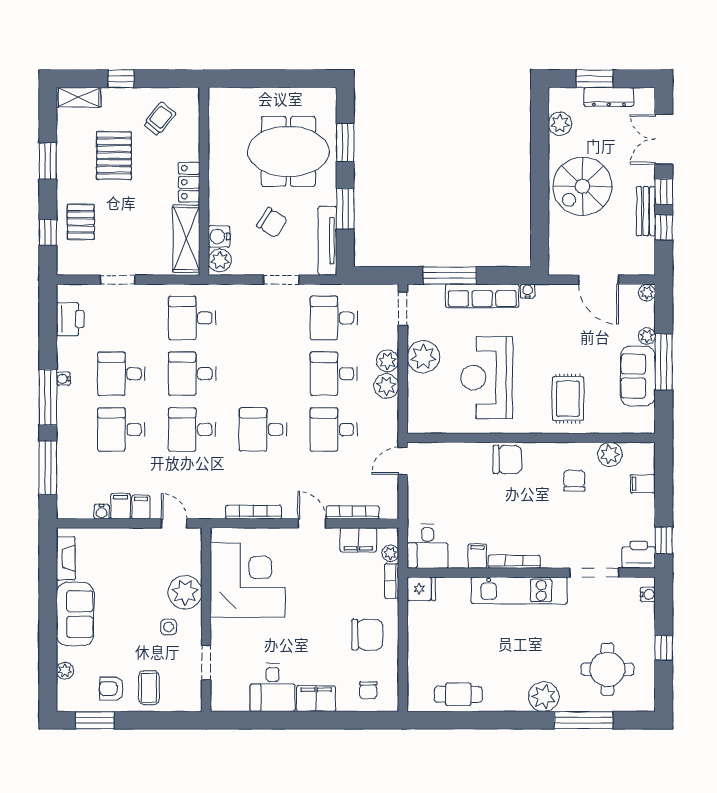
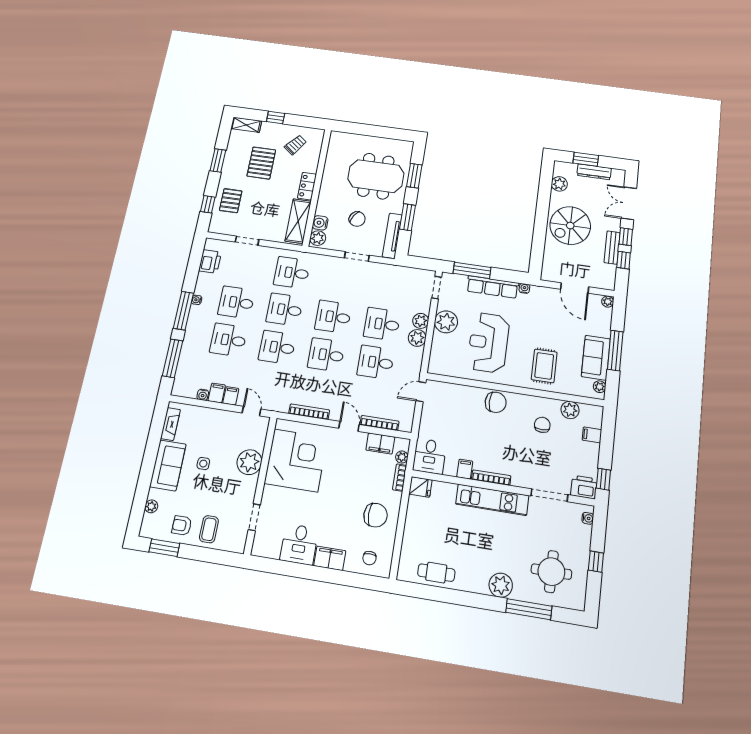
desk: (334, 318) -> (333, 317), moved
plant: (647, 336) -> (600, 387), moved
side table: (169, 627) -> (203, 464), moved

